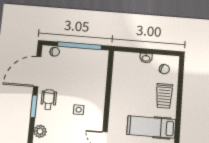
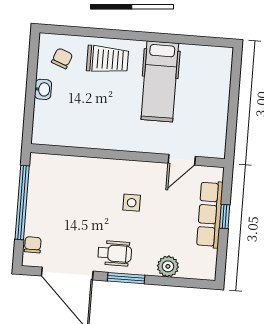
wheelchair: (49, 100) -> (115, 253), turned 180

